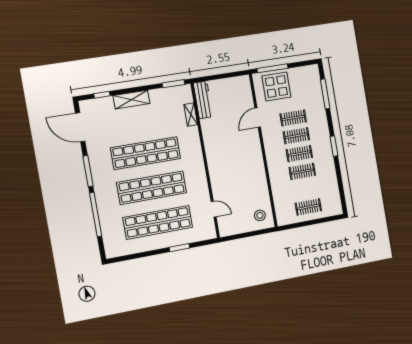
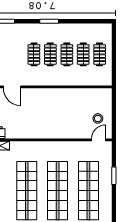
clothes rail: (293, 118) -> (83, 54), moved
door: (214, 209) -> (99, 140), moved
stool: (260, 215) -> (98, 118), moved

